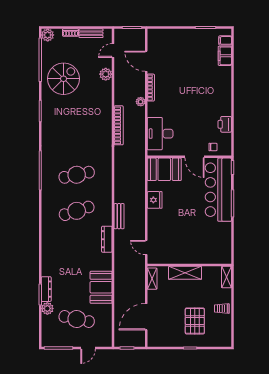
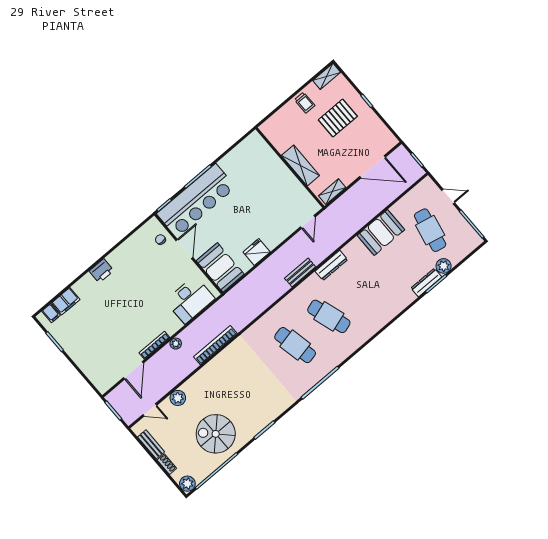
printer: (225, 124) -> (101, 271), moved
shelving: (226, 277) -> (327, 76), moved

